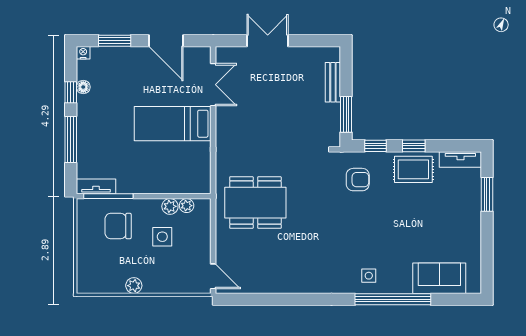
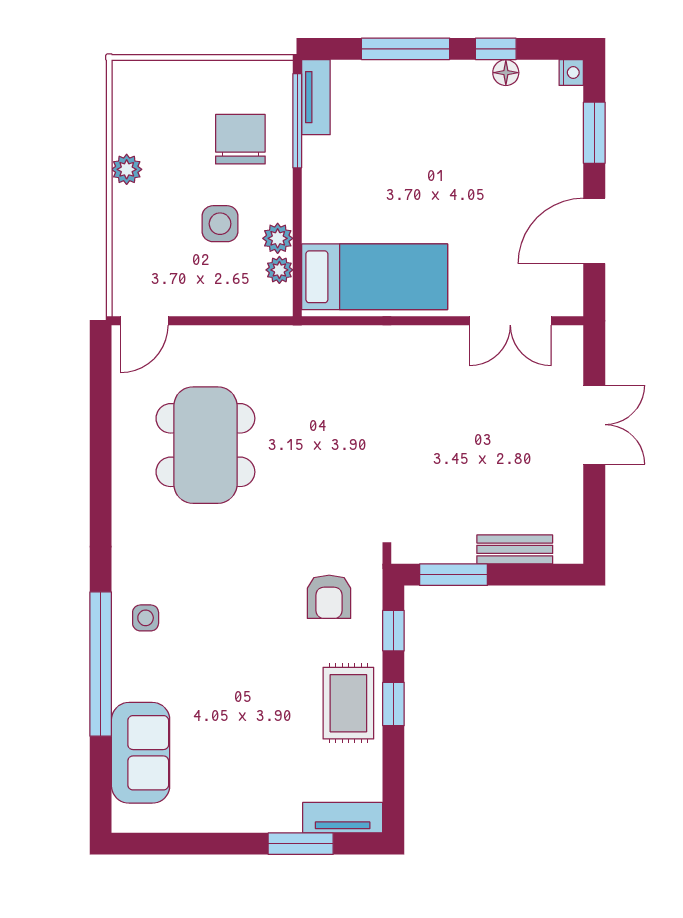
bed: (173, 124) -> (375, 277), moved, turned 90
tv unit: (460, 160) -> (343, 818), moved, turned 90
dining table: (255, 203) -> (205, 445), moved

